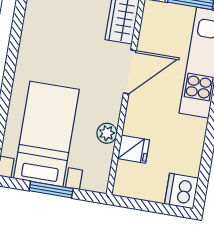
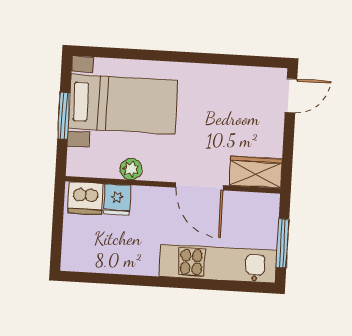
dishwasher: (182, 191) -> (85, 198), moved, turned 180

